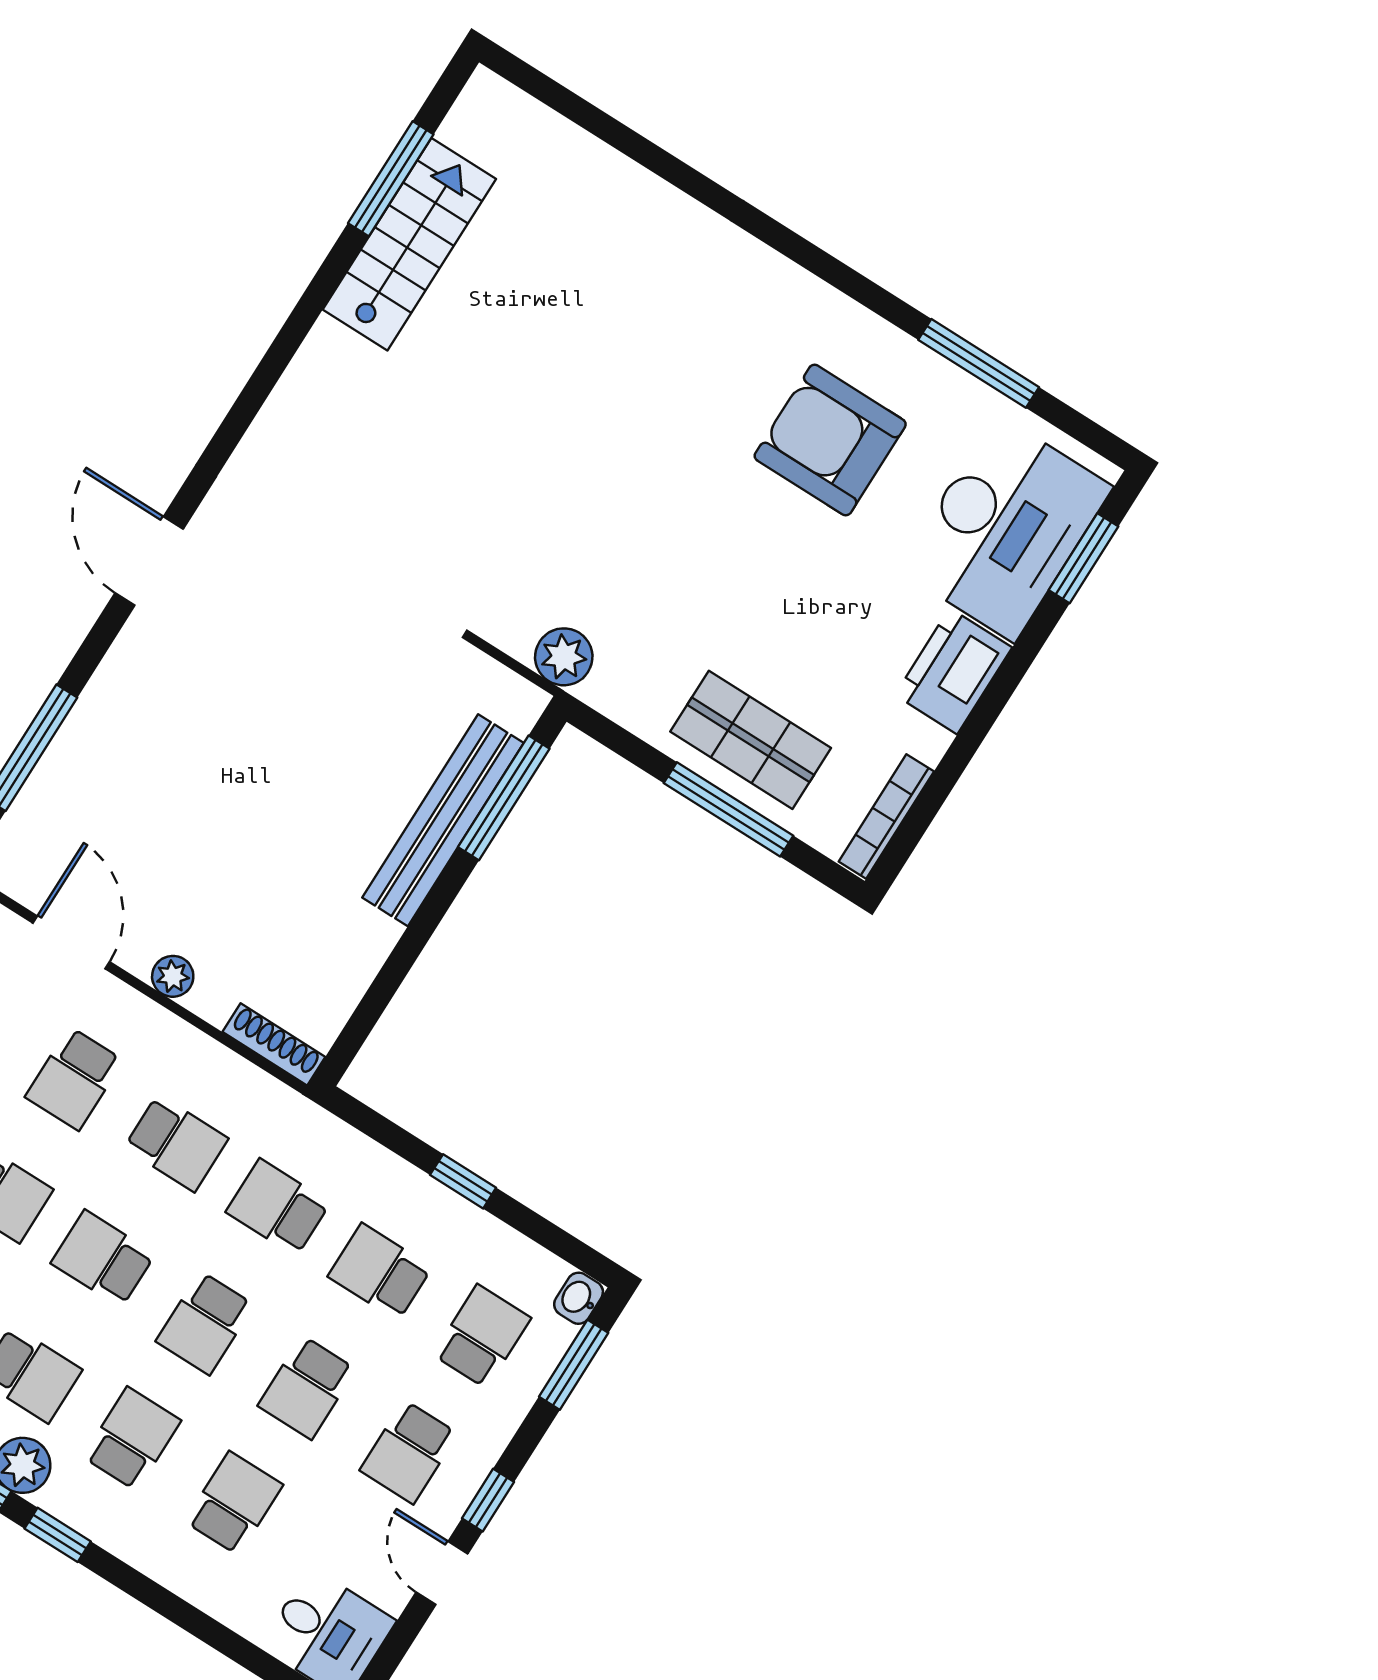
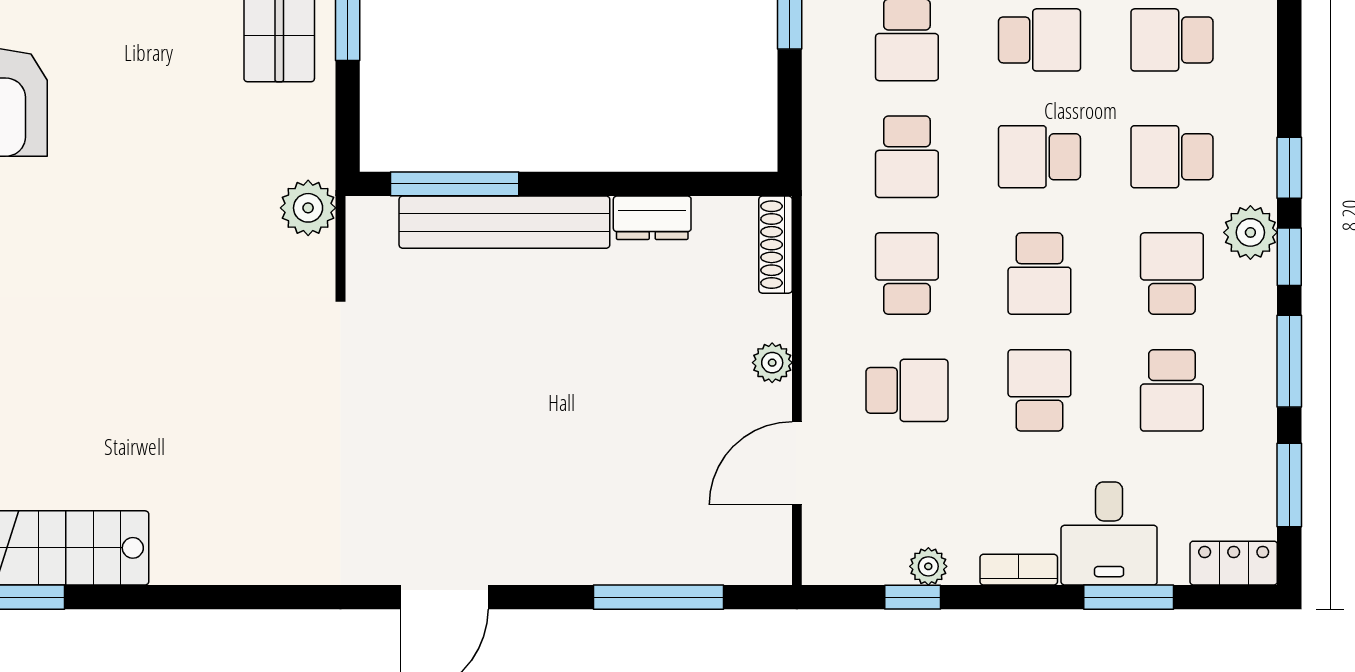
dresser: (365, 952) -> (652, 218), added
school desk: (205, 1323) -> (1039, 157), turned 180

